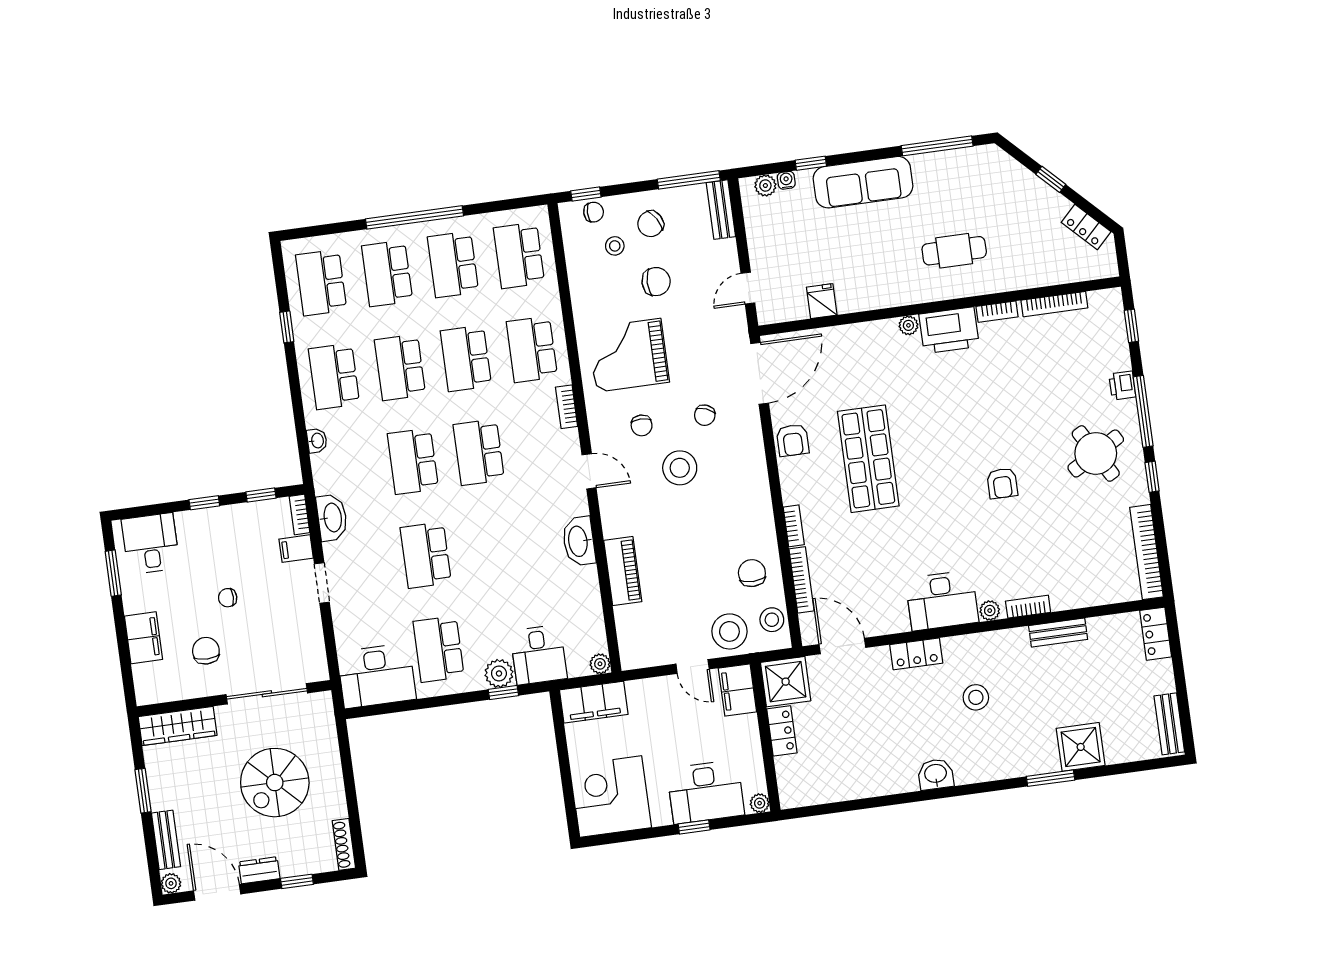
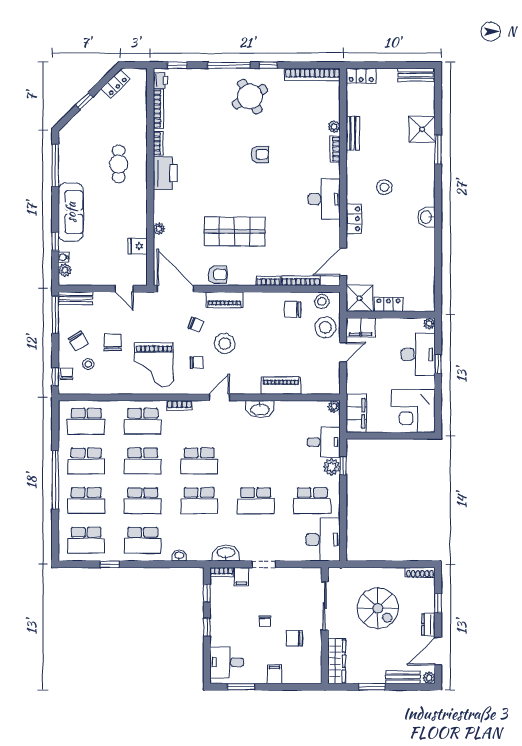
plant: (908, 325) -> (159, 229), moved
printer: (1122, 386) -> (160, 80), moved, turned -90
piano: (752, 457) -> (224, 300), added
plant: (990, 611) -> (334, 127), moved
filing cabinet: (143, 638) -> (274, 674), width x0.50

